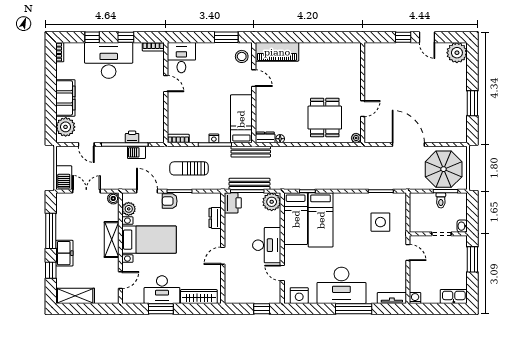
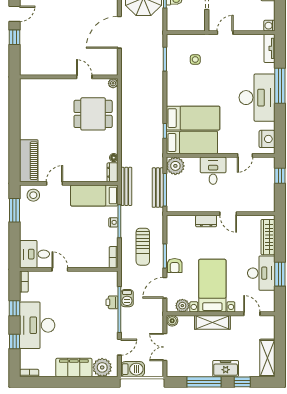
door: (166, 84) -> (60, 269), hinge flipped
barbecue: (64, 178) -> (133, 369), moved
printer: (233, 203) -> (176, 204), removed
dresser: (215, 218) -> (206, 221), moved
side table: (380, 222) -> (195, 60), width x0.54, depth x0.54
desk: (267, 245) -> (213, 171), width x0.73

